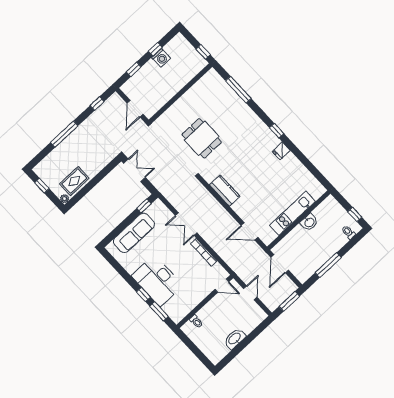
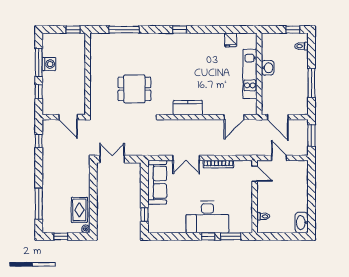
window: (155, 49) -> (39, 62), width x2.17
window: (64, 134) -> (39, 204), moved
fridge: (281, 151) -> (231, 40), moved
window: (144, 206) -> (144, 215), moved
sofa: (134, 233) -> (157, 182), moved
door: (222, 286) -> (255, 174), hinge flipped
washbasin: (235, 339) -> (302, 223), moved

